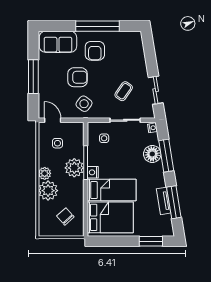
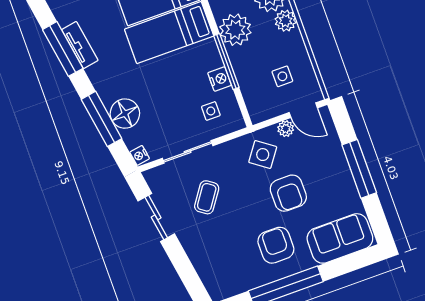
armchair: (78, 77) -> (288, 193), turned -90
plant: (66, 114) -> (286, 129), added
plant: (74, 168) -> (235, 30), moved
nightstand: (93, 172) -> (220, 79), moved

